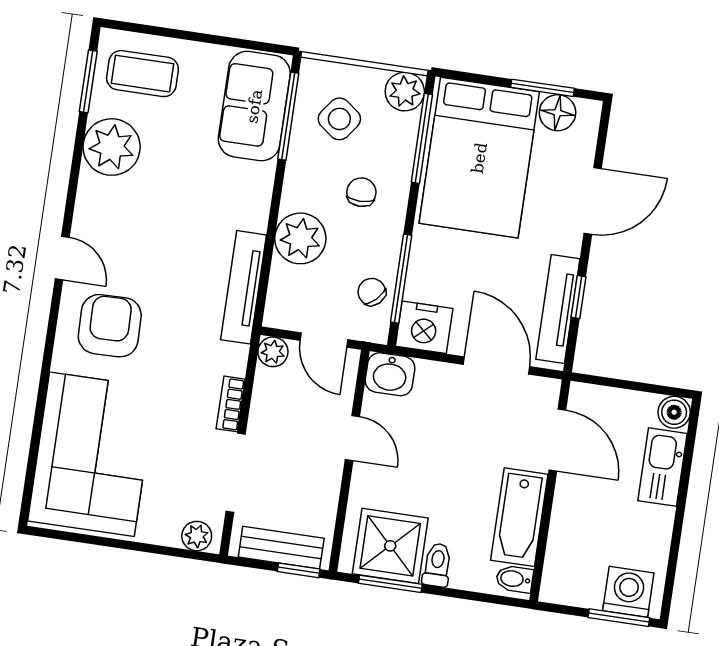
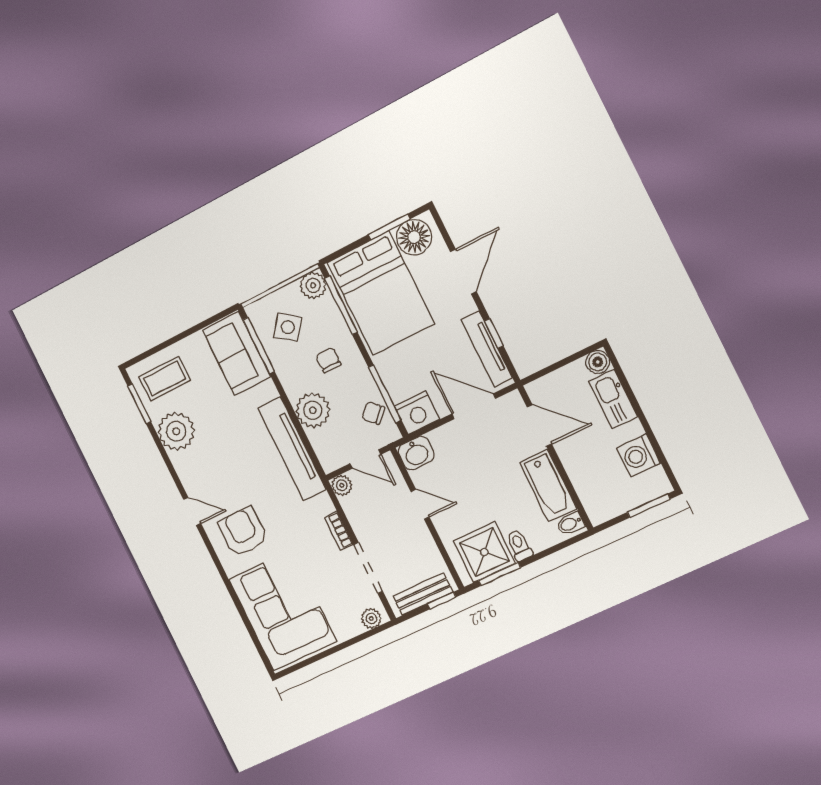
floor lamp: (557, 113) -> (414, 237), width x1.38, depth x1.38
tv unit: (244, 287) -> (292, 449), width x1.36, depth x1.29
washing machine: (628, 592) -> (639, 455), moved, turned -90

